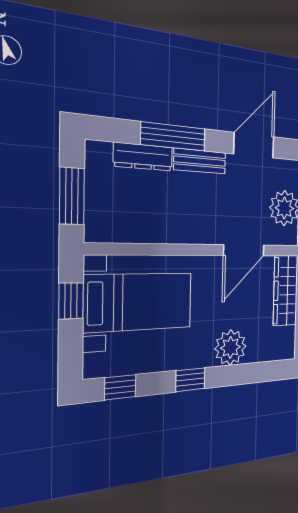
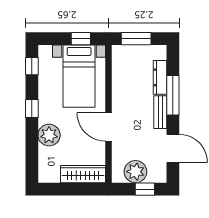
door: (244, 250) -> (109, 127), moved

